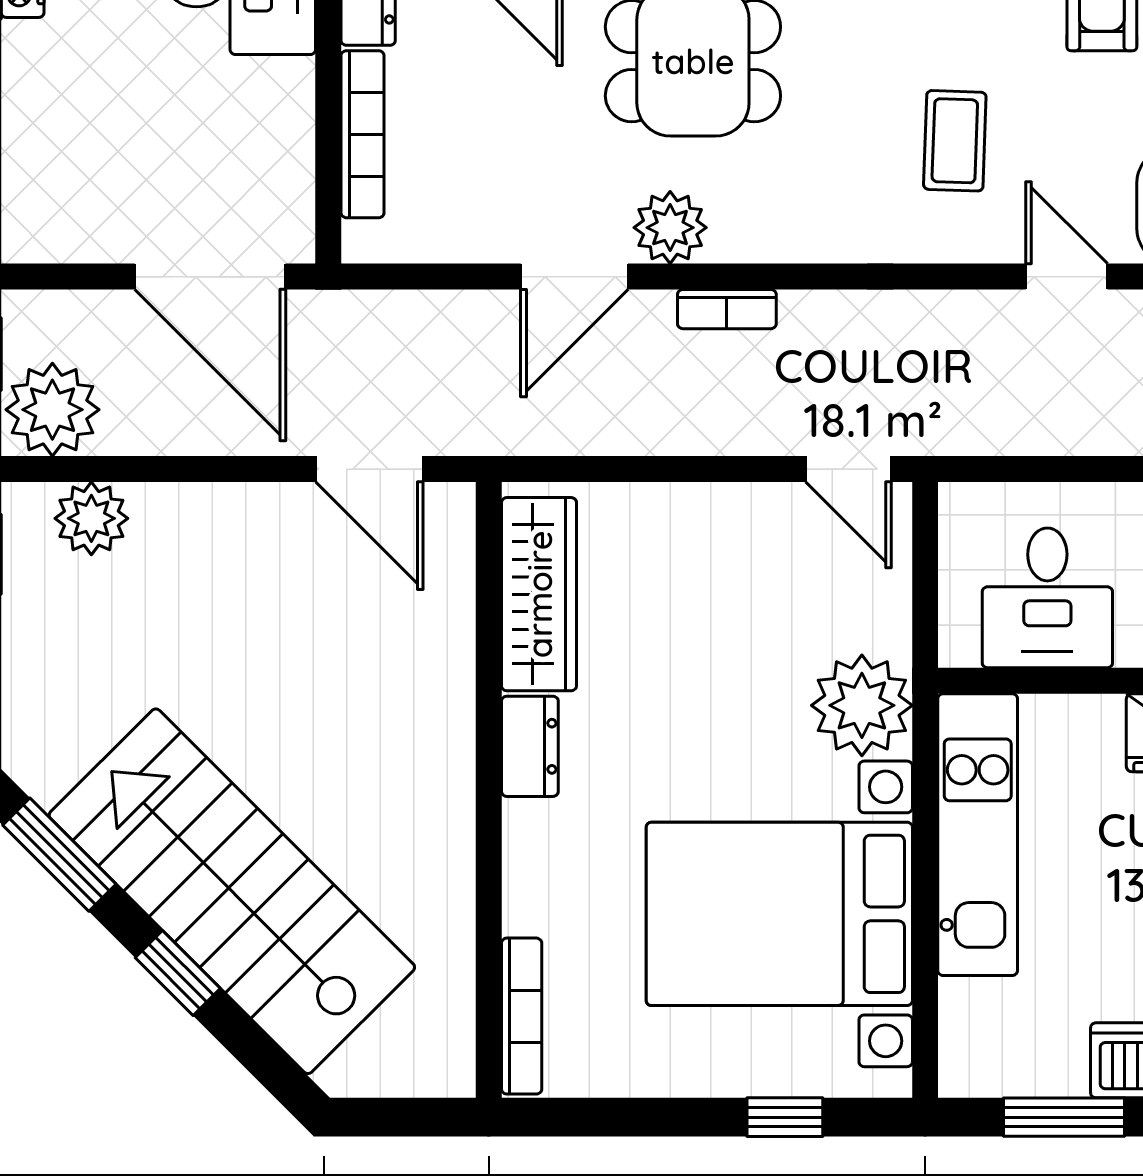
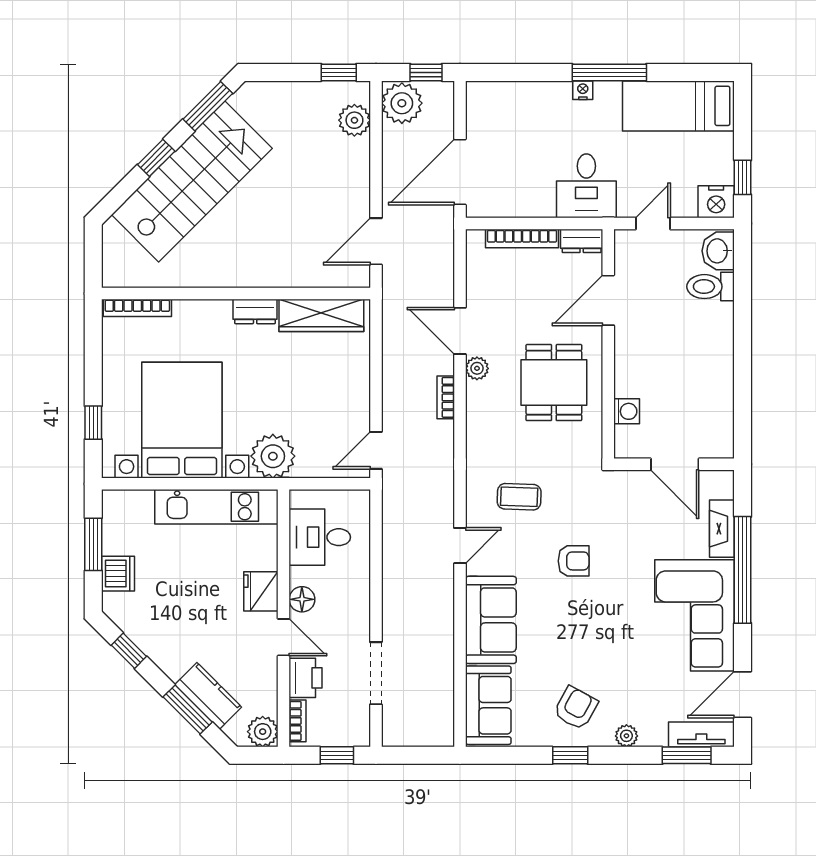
plant: (670, 228) -> (477, 368), width x0.73, depth x0.73

